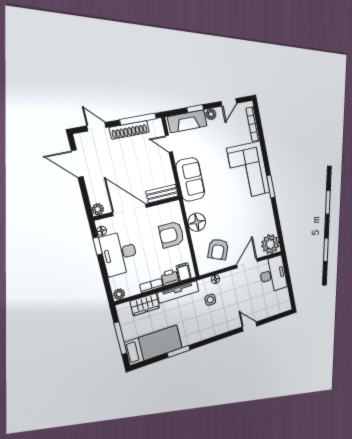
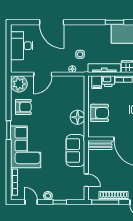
door: (229, 102) -> (31, 202), hinge flipped
fireplace: (187, 121) -> (68, 194), removed
armchair: (218, 249) -> (23, 107), moved, turned 67
desk: (273, 274) -> (22, 46), moved
door: (250, 326) -> (52, 22), width x1.88

